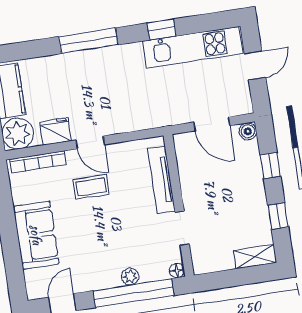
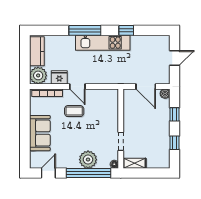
kitchen unit: (193, 47) -> (103, 43), moved
tv unit: (161, 180) -> (113, 113), removed
shelving: (255, 257) -> (135, 163), moved
plant: (130, 277) -> (88, 160), width x1.87, depth x1.87

